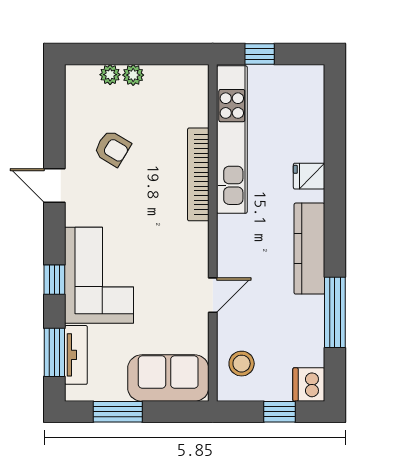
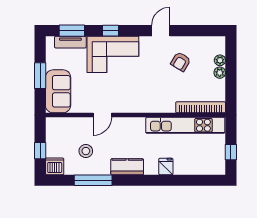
window: (260, 54) -> (231, 152), moved
bookcase: (198, 174) -> (201, 107), moved
kitchen counter: (309, 249) -> (127, 167), width x0.67
door: (213, 295) -> (102, 115), hinge flipped
stool: (242, 364) -> (86, 151), moved
window: (118, 412) -> (40, 76), moved

